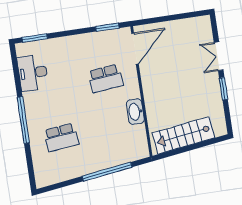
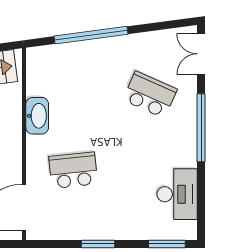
window: (107, 27) -> (98, 244), moved
school desk: (61, 137) -> (150, 95), turned 30
double door: (31, 170) -> (201, 54), added

